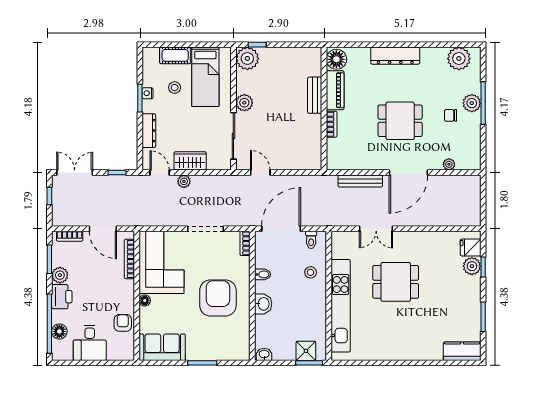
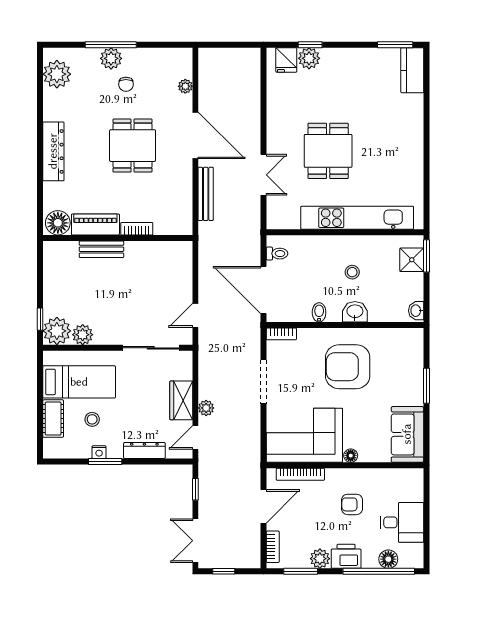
plant: (244, 103) -> (83, 335), moved
stool: (311, 272) -> (352, 272), moved
window: (483, 317) -> (395, 45), moved
armchair: (123, 323) -> (352, 504), moved

